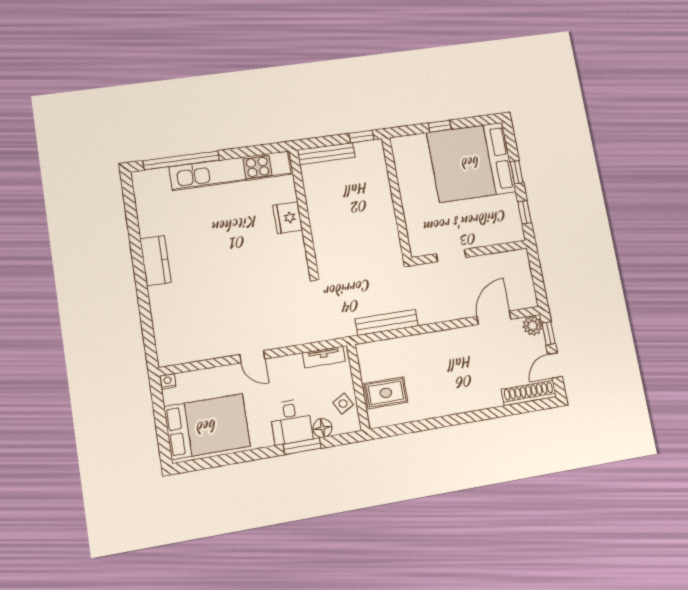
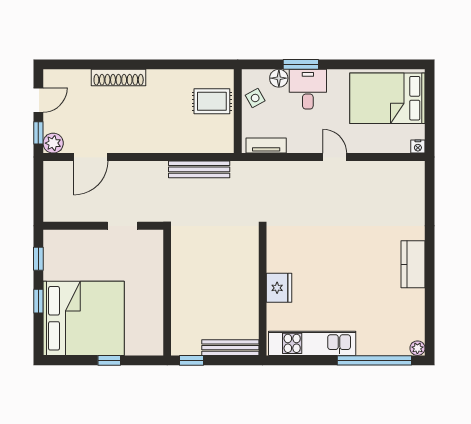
kitchen unit: (230, 171) -> (312, 343), width x0.73
plant: (139, 178) -> (417, 348), added
shoe rack: (529, 393) -> (119, 78), moved

